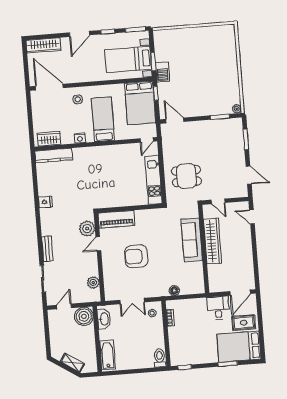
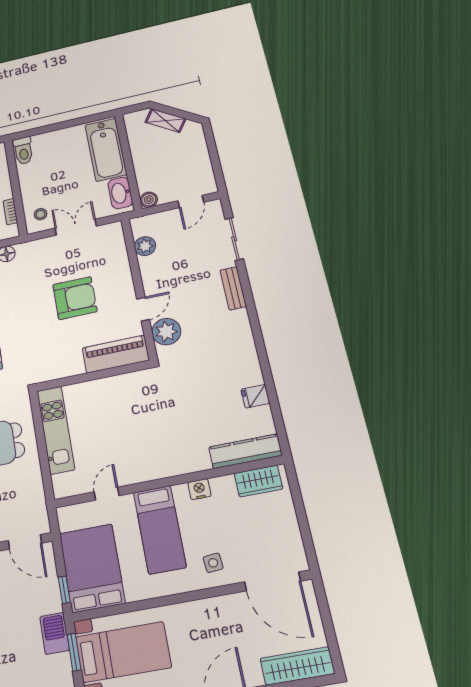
door: (147, 140) -> (107, 494), moved
fridge: (45, 202) -> (255, 396), moved
boiler: (84, 316) -> (149, 200), width x0.54, depth x0.54
bathtub: (108, 355) -> (106, 150), width x1.36, depth x1.36

